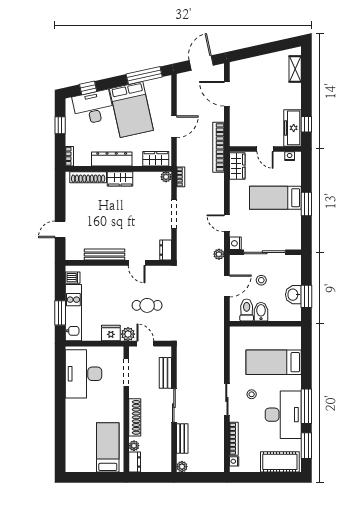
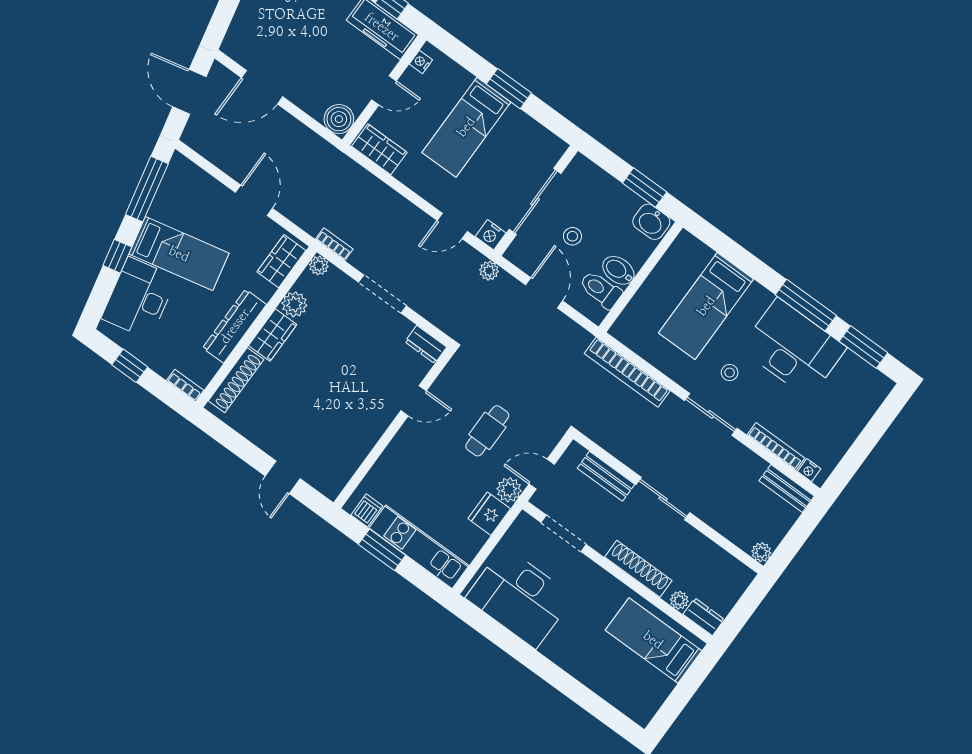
window: (88, 88) -> (117, 256), moved
bed: (131, 110) -> (179, 254), width x0.67
boiler: (238, 138) -> (339, 119), added
bookcase: (219, 147) -> (627, 372), moved
plant: (141, 179) -> (294, 304), added
bench: (104, 255) -> (367, 439), removed
washbasin: (293, 295) -> (651, 222), moved
window: (60, 313) -> (382, 550), moved
bench: (182, 438) -> (787, 488), moved
cot: (280, 462) -> (859, 403), removed

